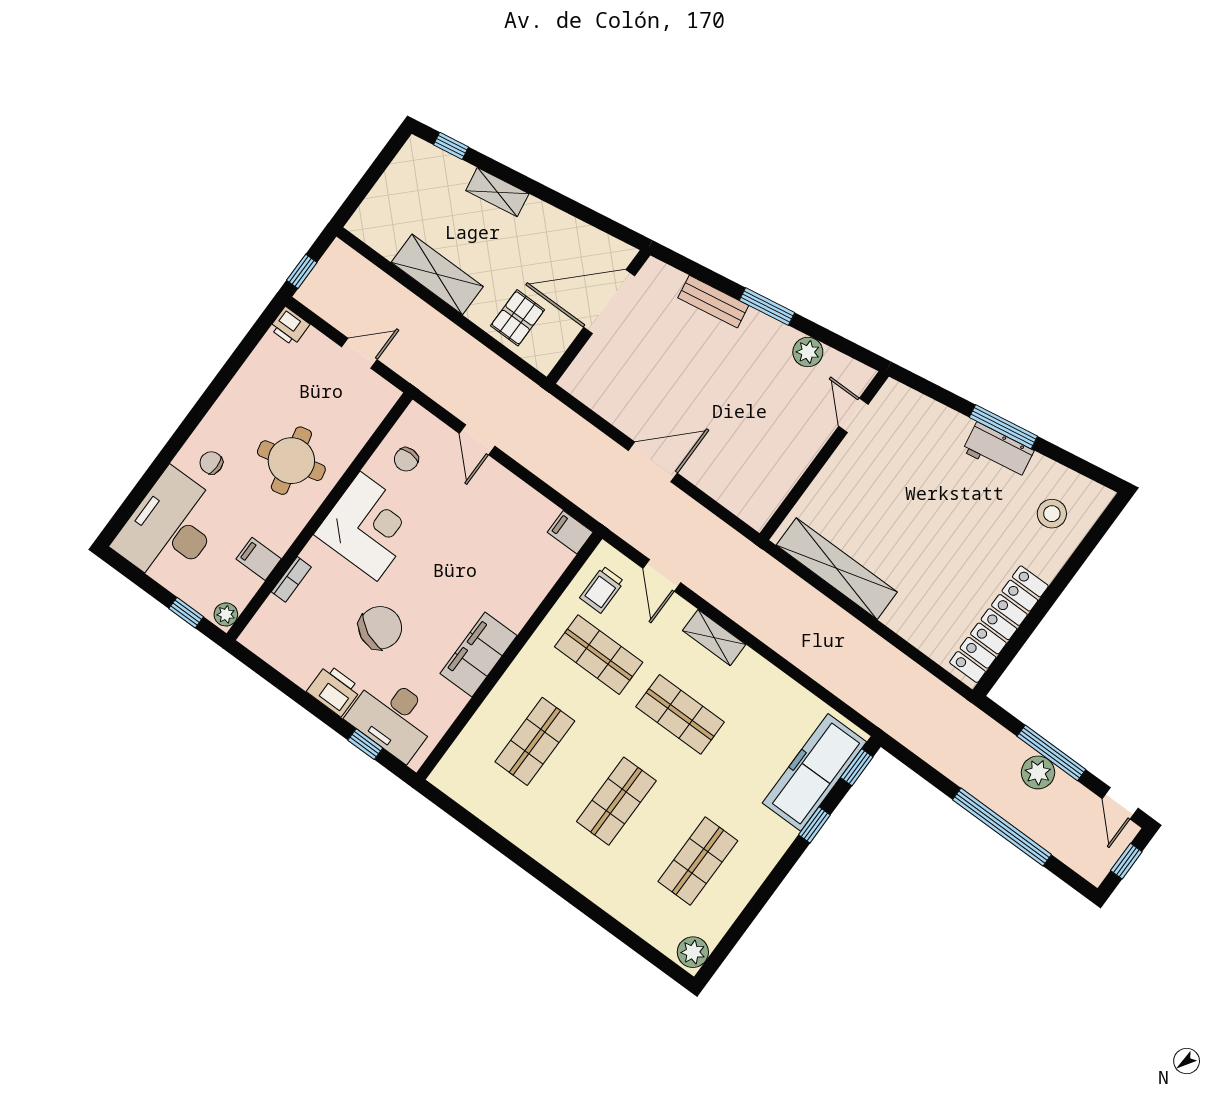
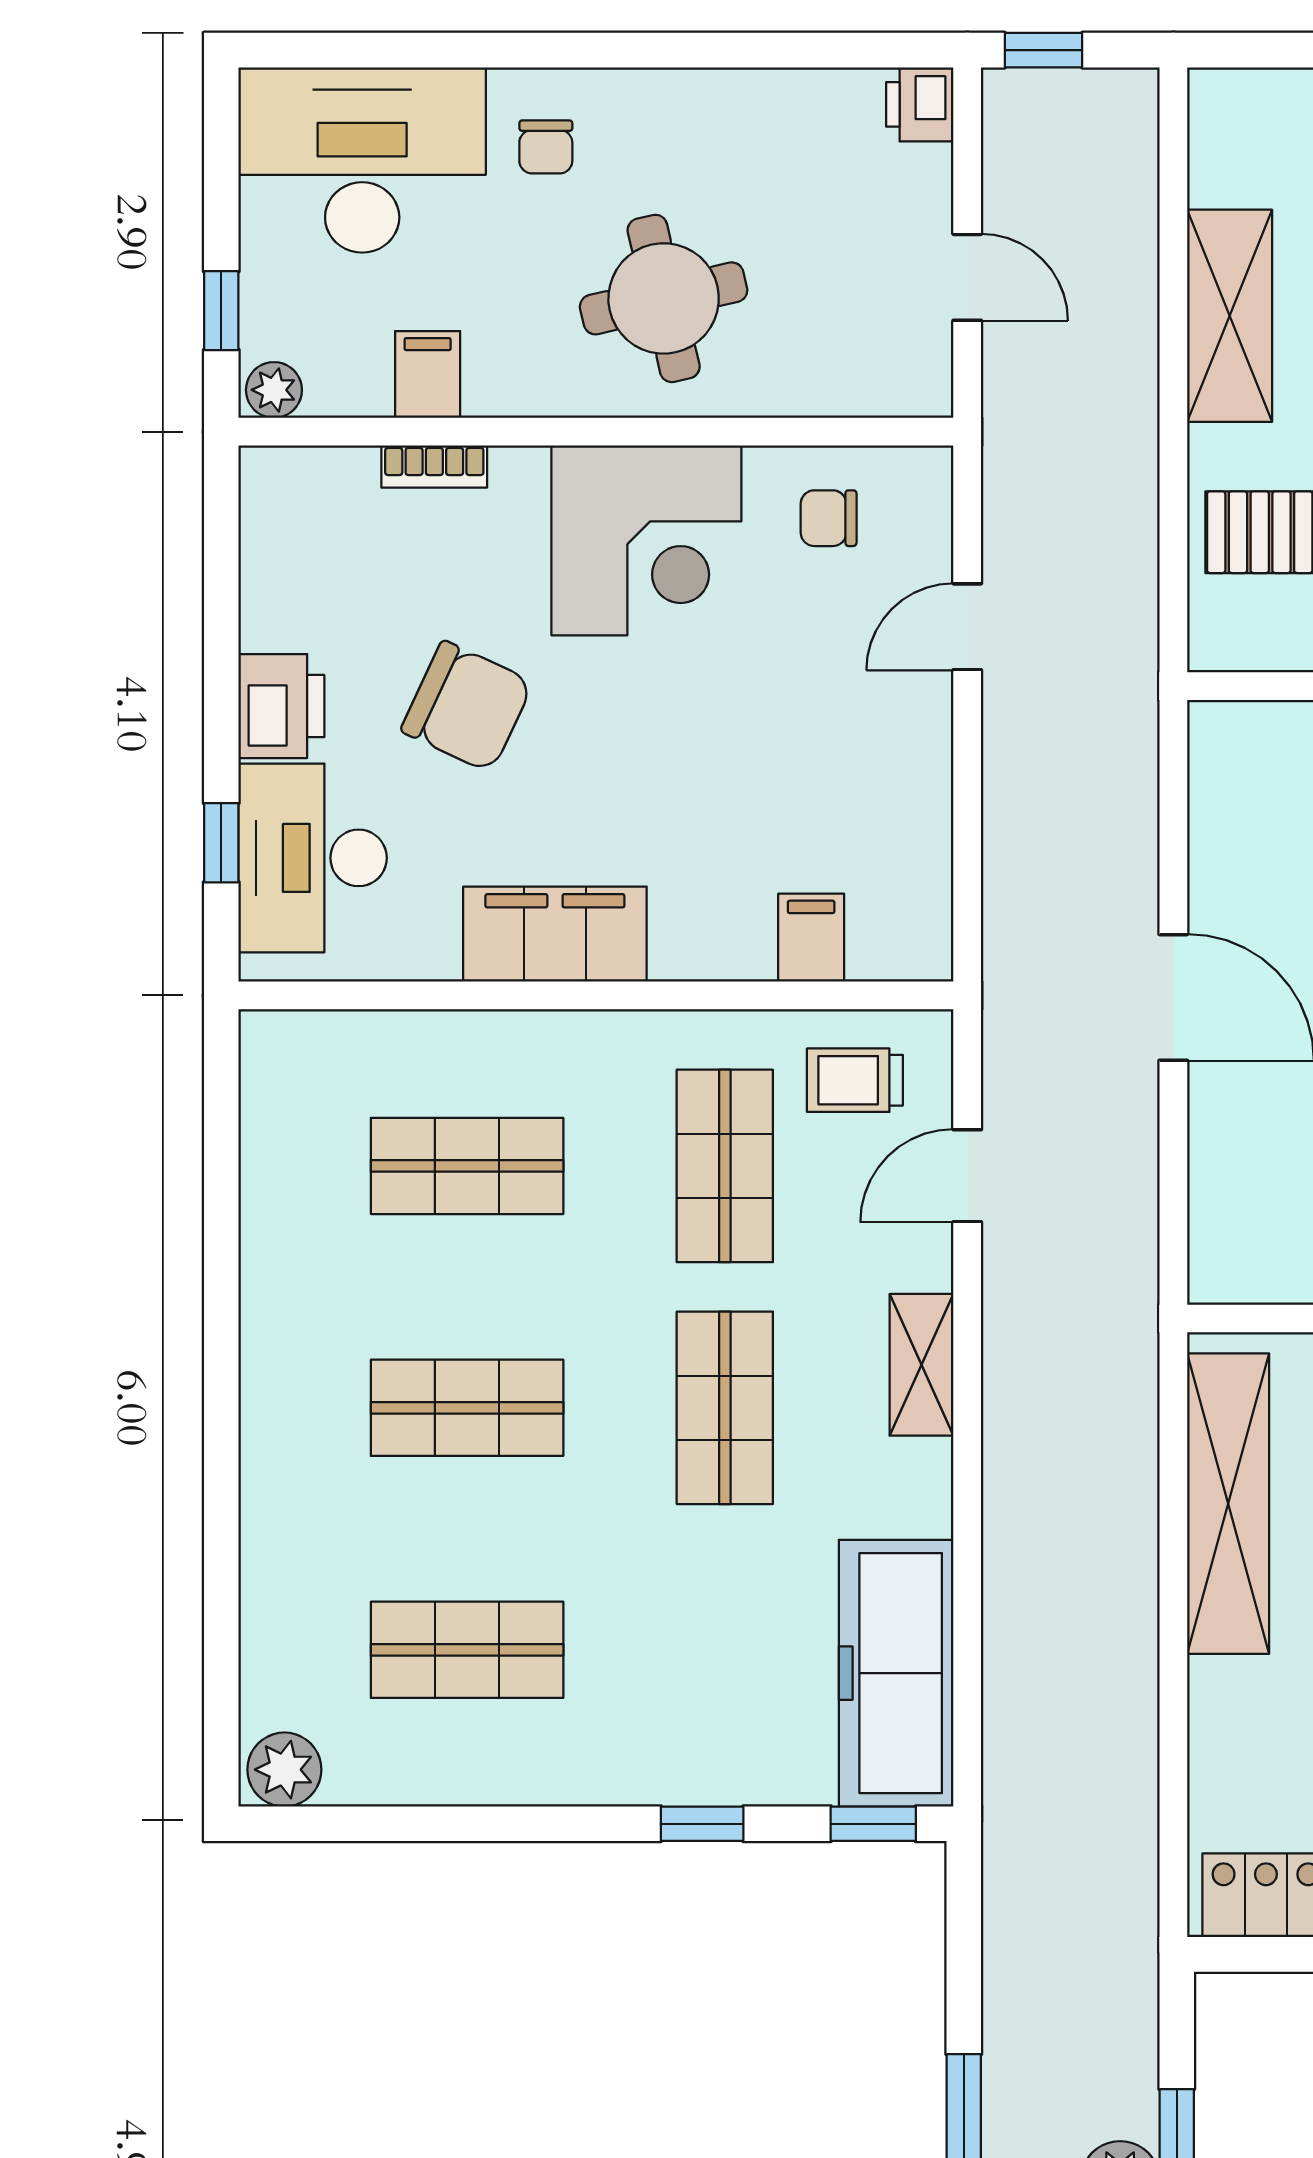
chair: (211, 463) -> (546, 147), turned 180
filing cabinet: (570, 532) -> (811, 938), moved
freezer: (814, 772) -> (896, 1673), moved, turned -90

